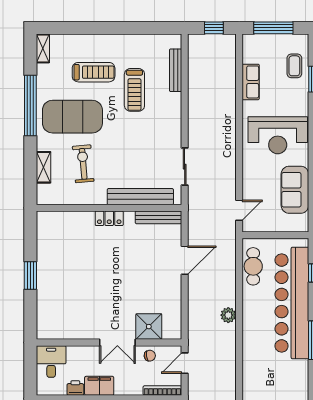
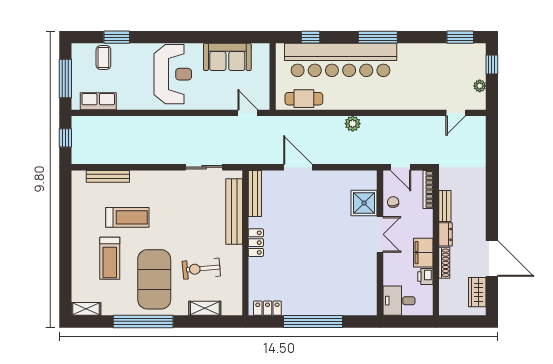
coffee table: (294, 66) -> (103, 57), turned 90
treadmill: (94, 72) -> (110, 258), turned 180
row of seats: (251, 82) -> (98, 101), moved
locker: (44, 230) -> (267, 308), added
window: (30, 276) -> (313, 321), width x2.11

